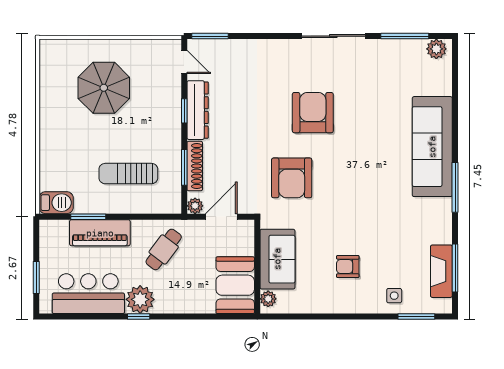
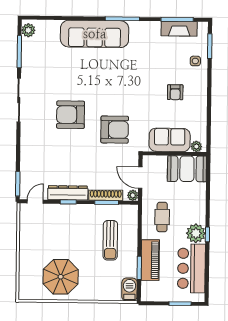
parasol: (104, 88) -> (61, 277), moved
cafe table: (164, 249) -> (162, 217), turned 53

